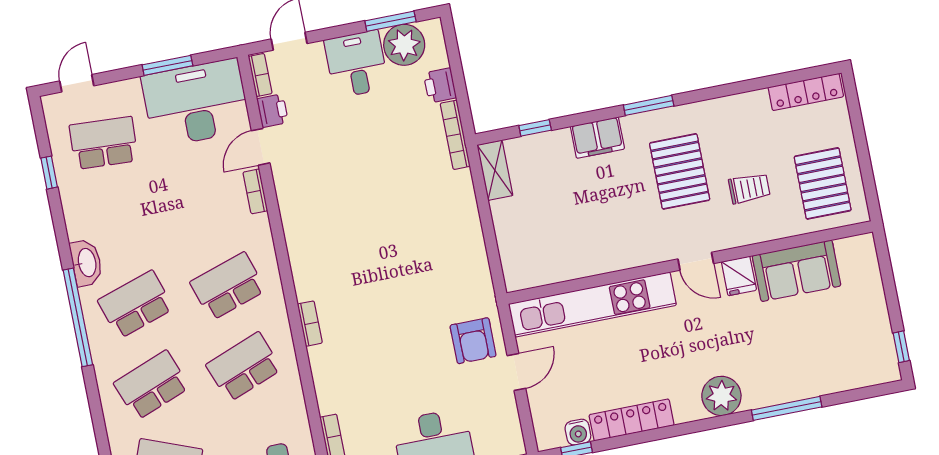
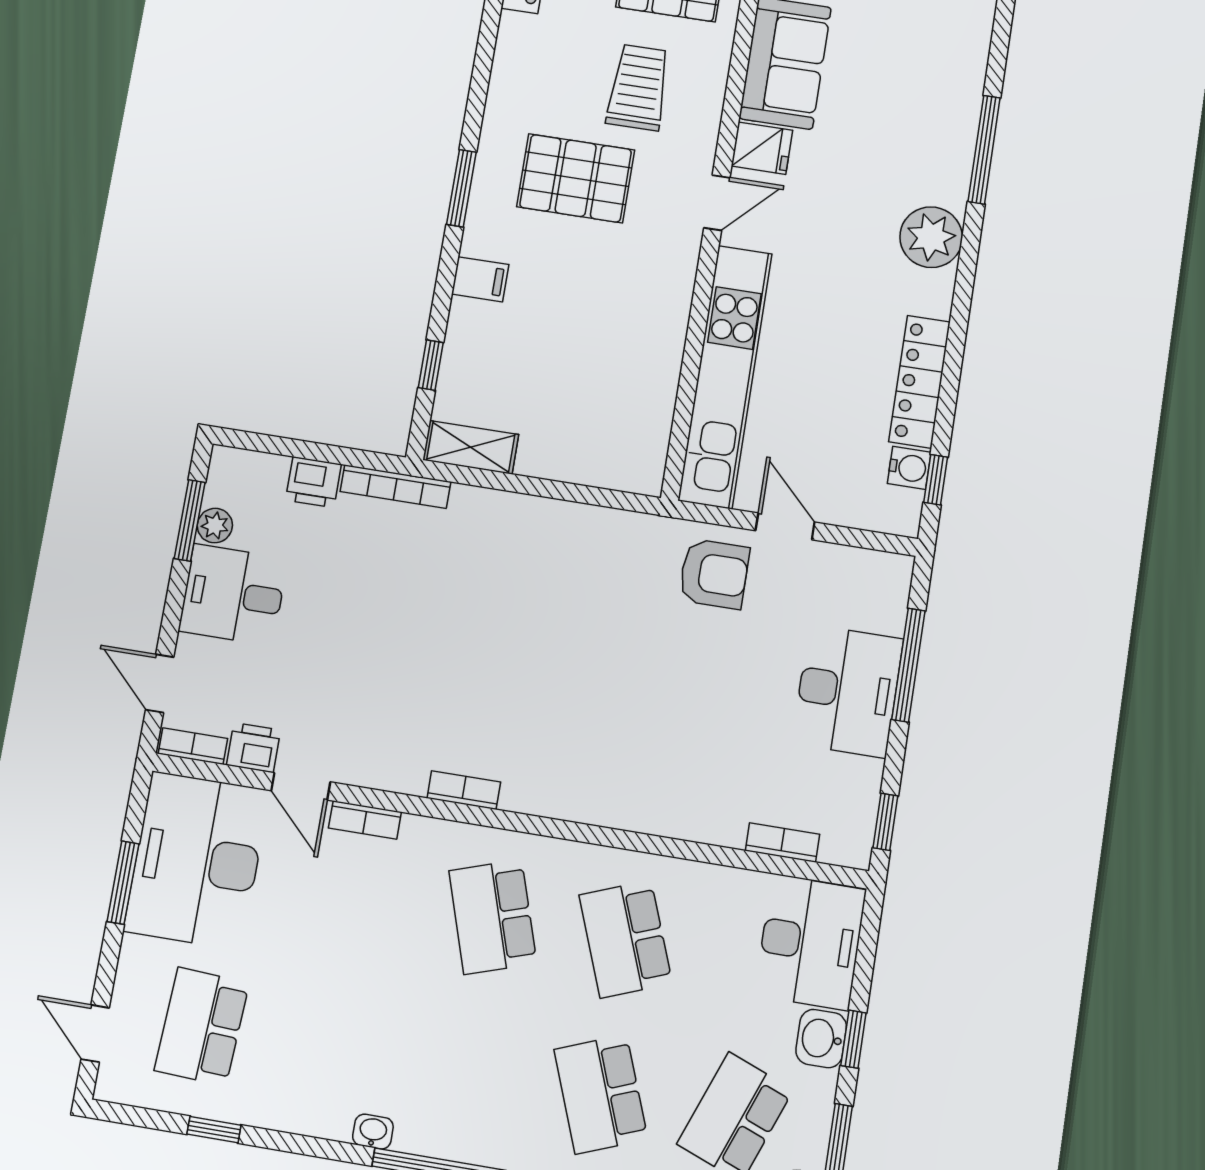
plant: (404, 45) -> (215, 526), width x0.53, depth x0.53
filing cabinet: (597, 138) -> (480, 279), width x0.50
trolley: (749, 188) -> (638, 87), width x1.36, depth x1.39
washbasin: (86, 263) -> (373, 1132), width x0.52, depth x0.69
school desk: (136, 304) -> (467, 1072), removed
bookcase: (310, 324) -> (464, 790), moved

